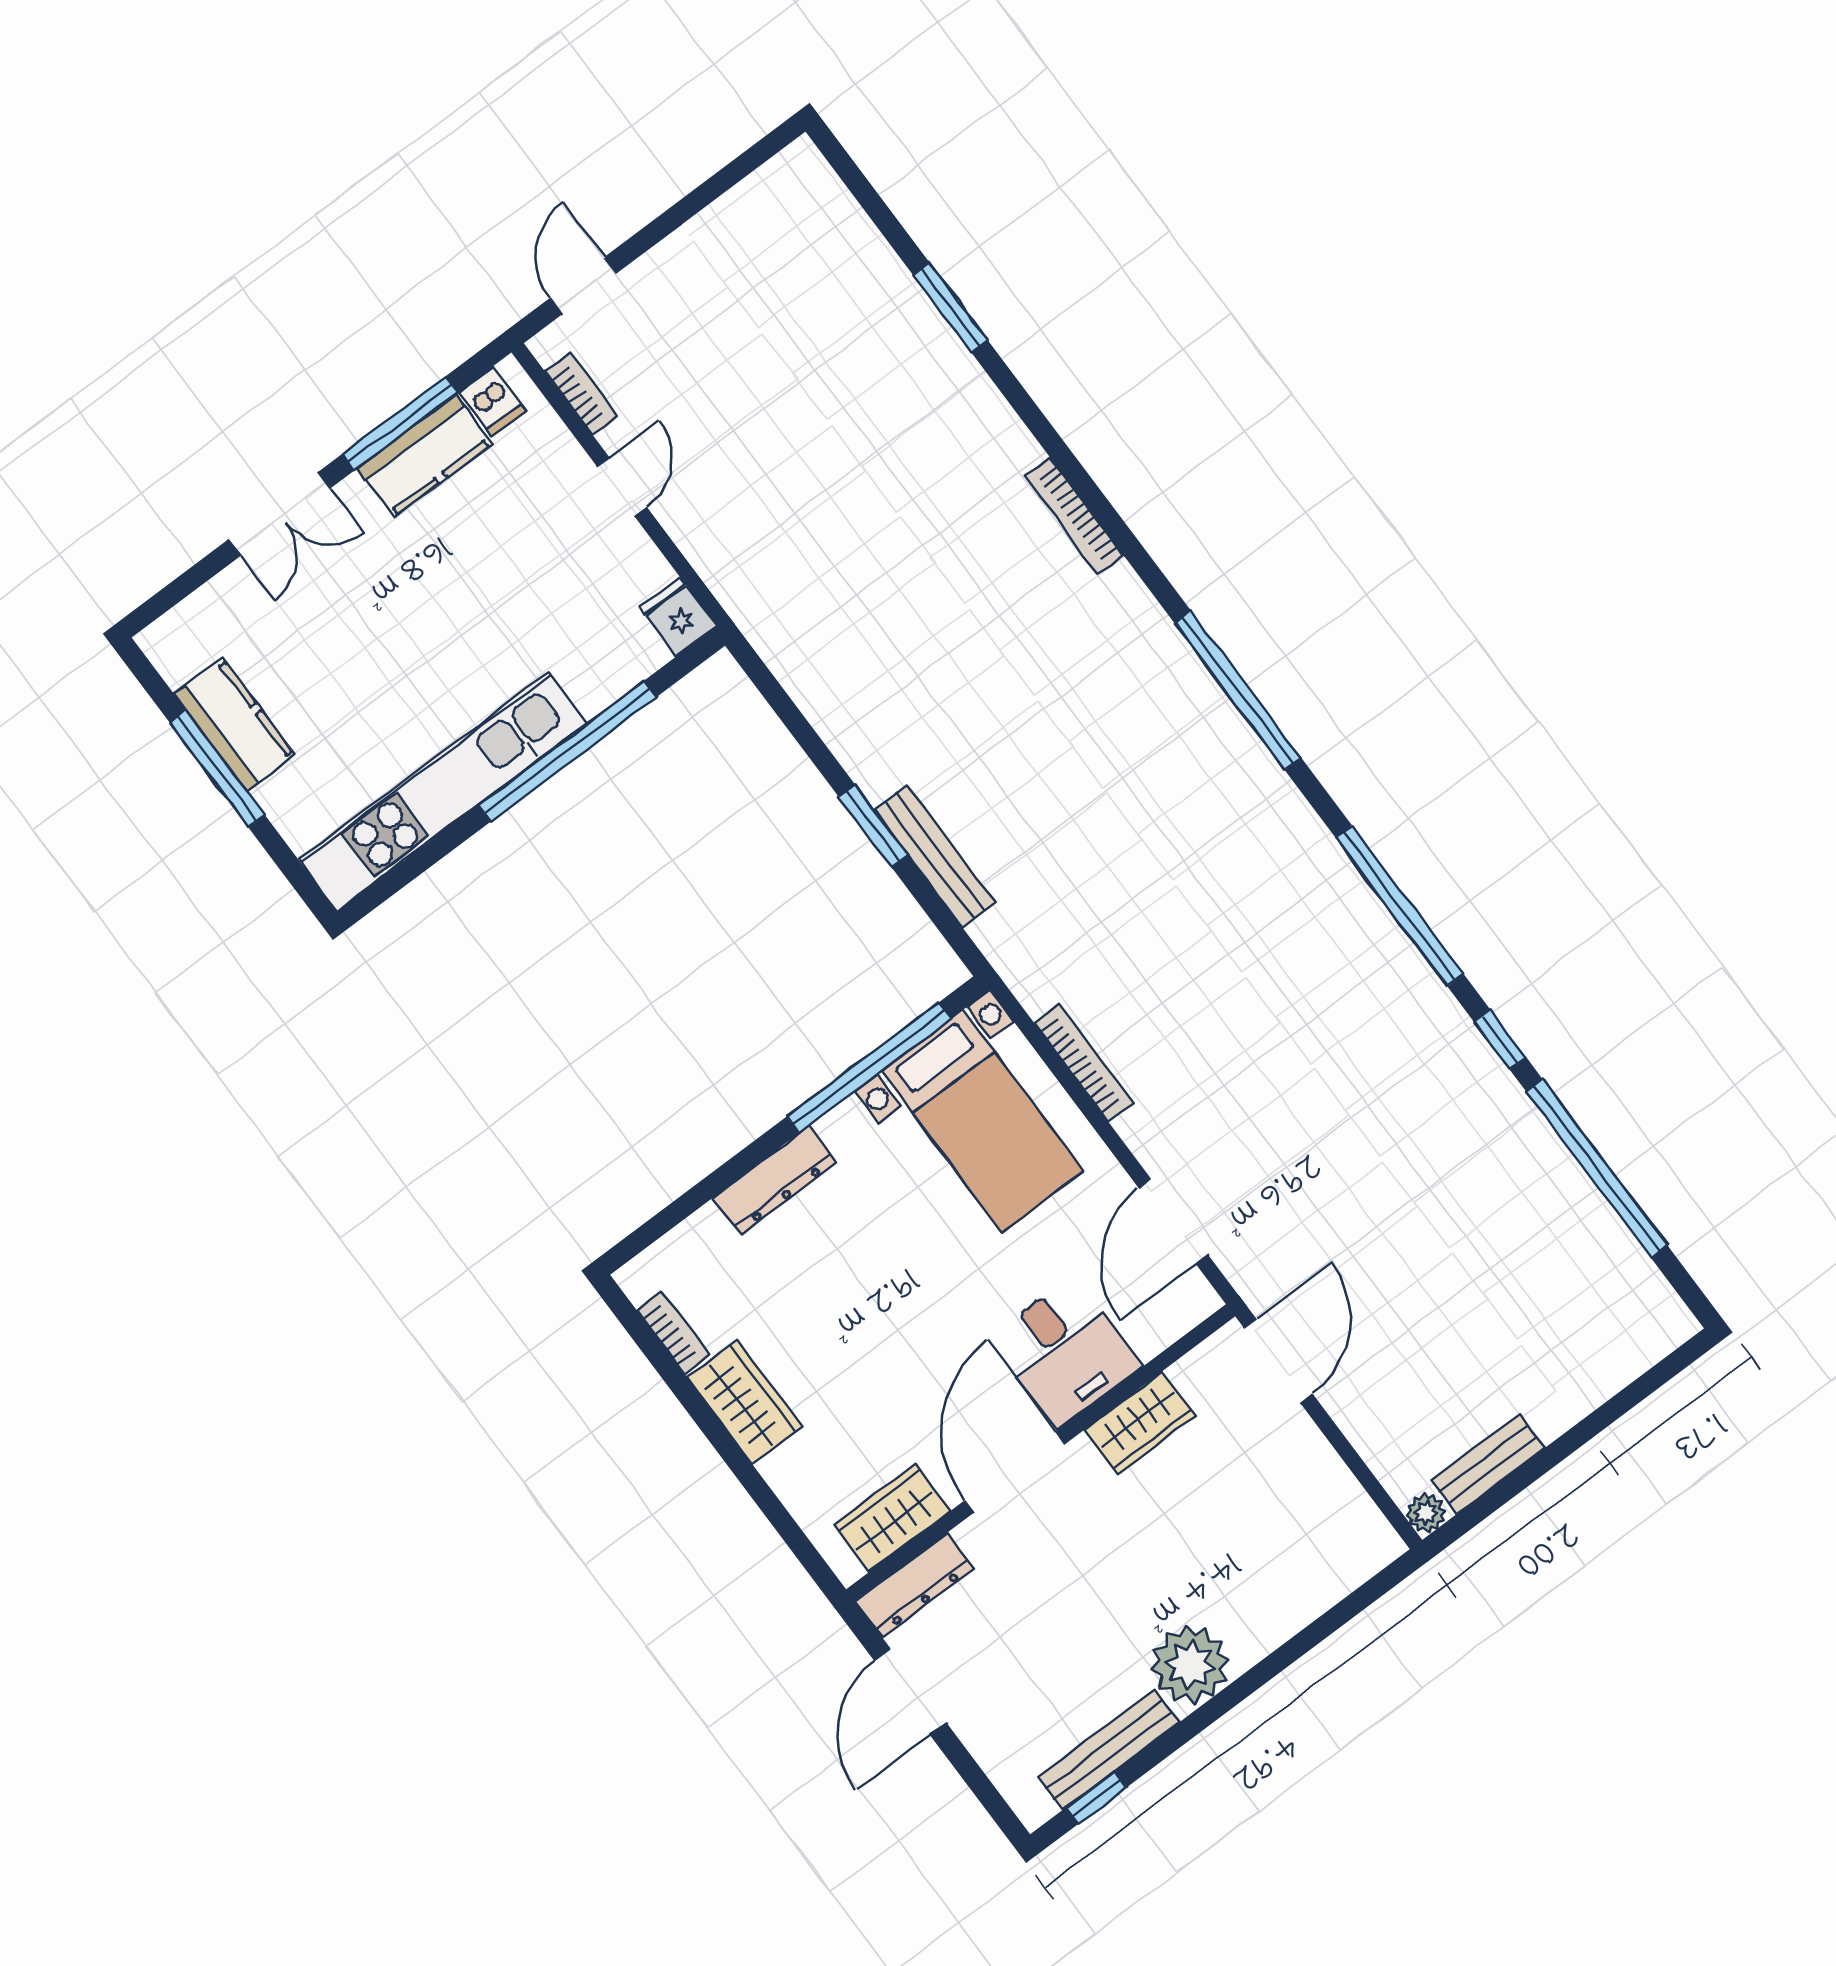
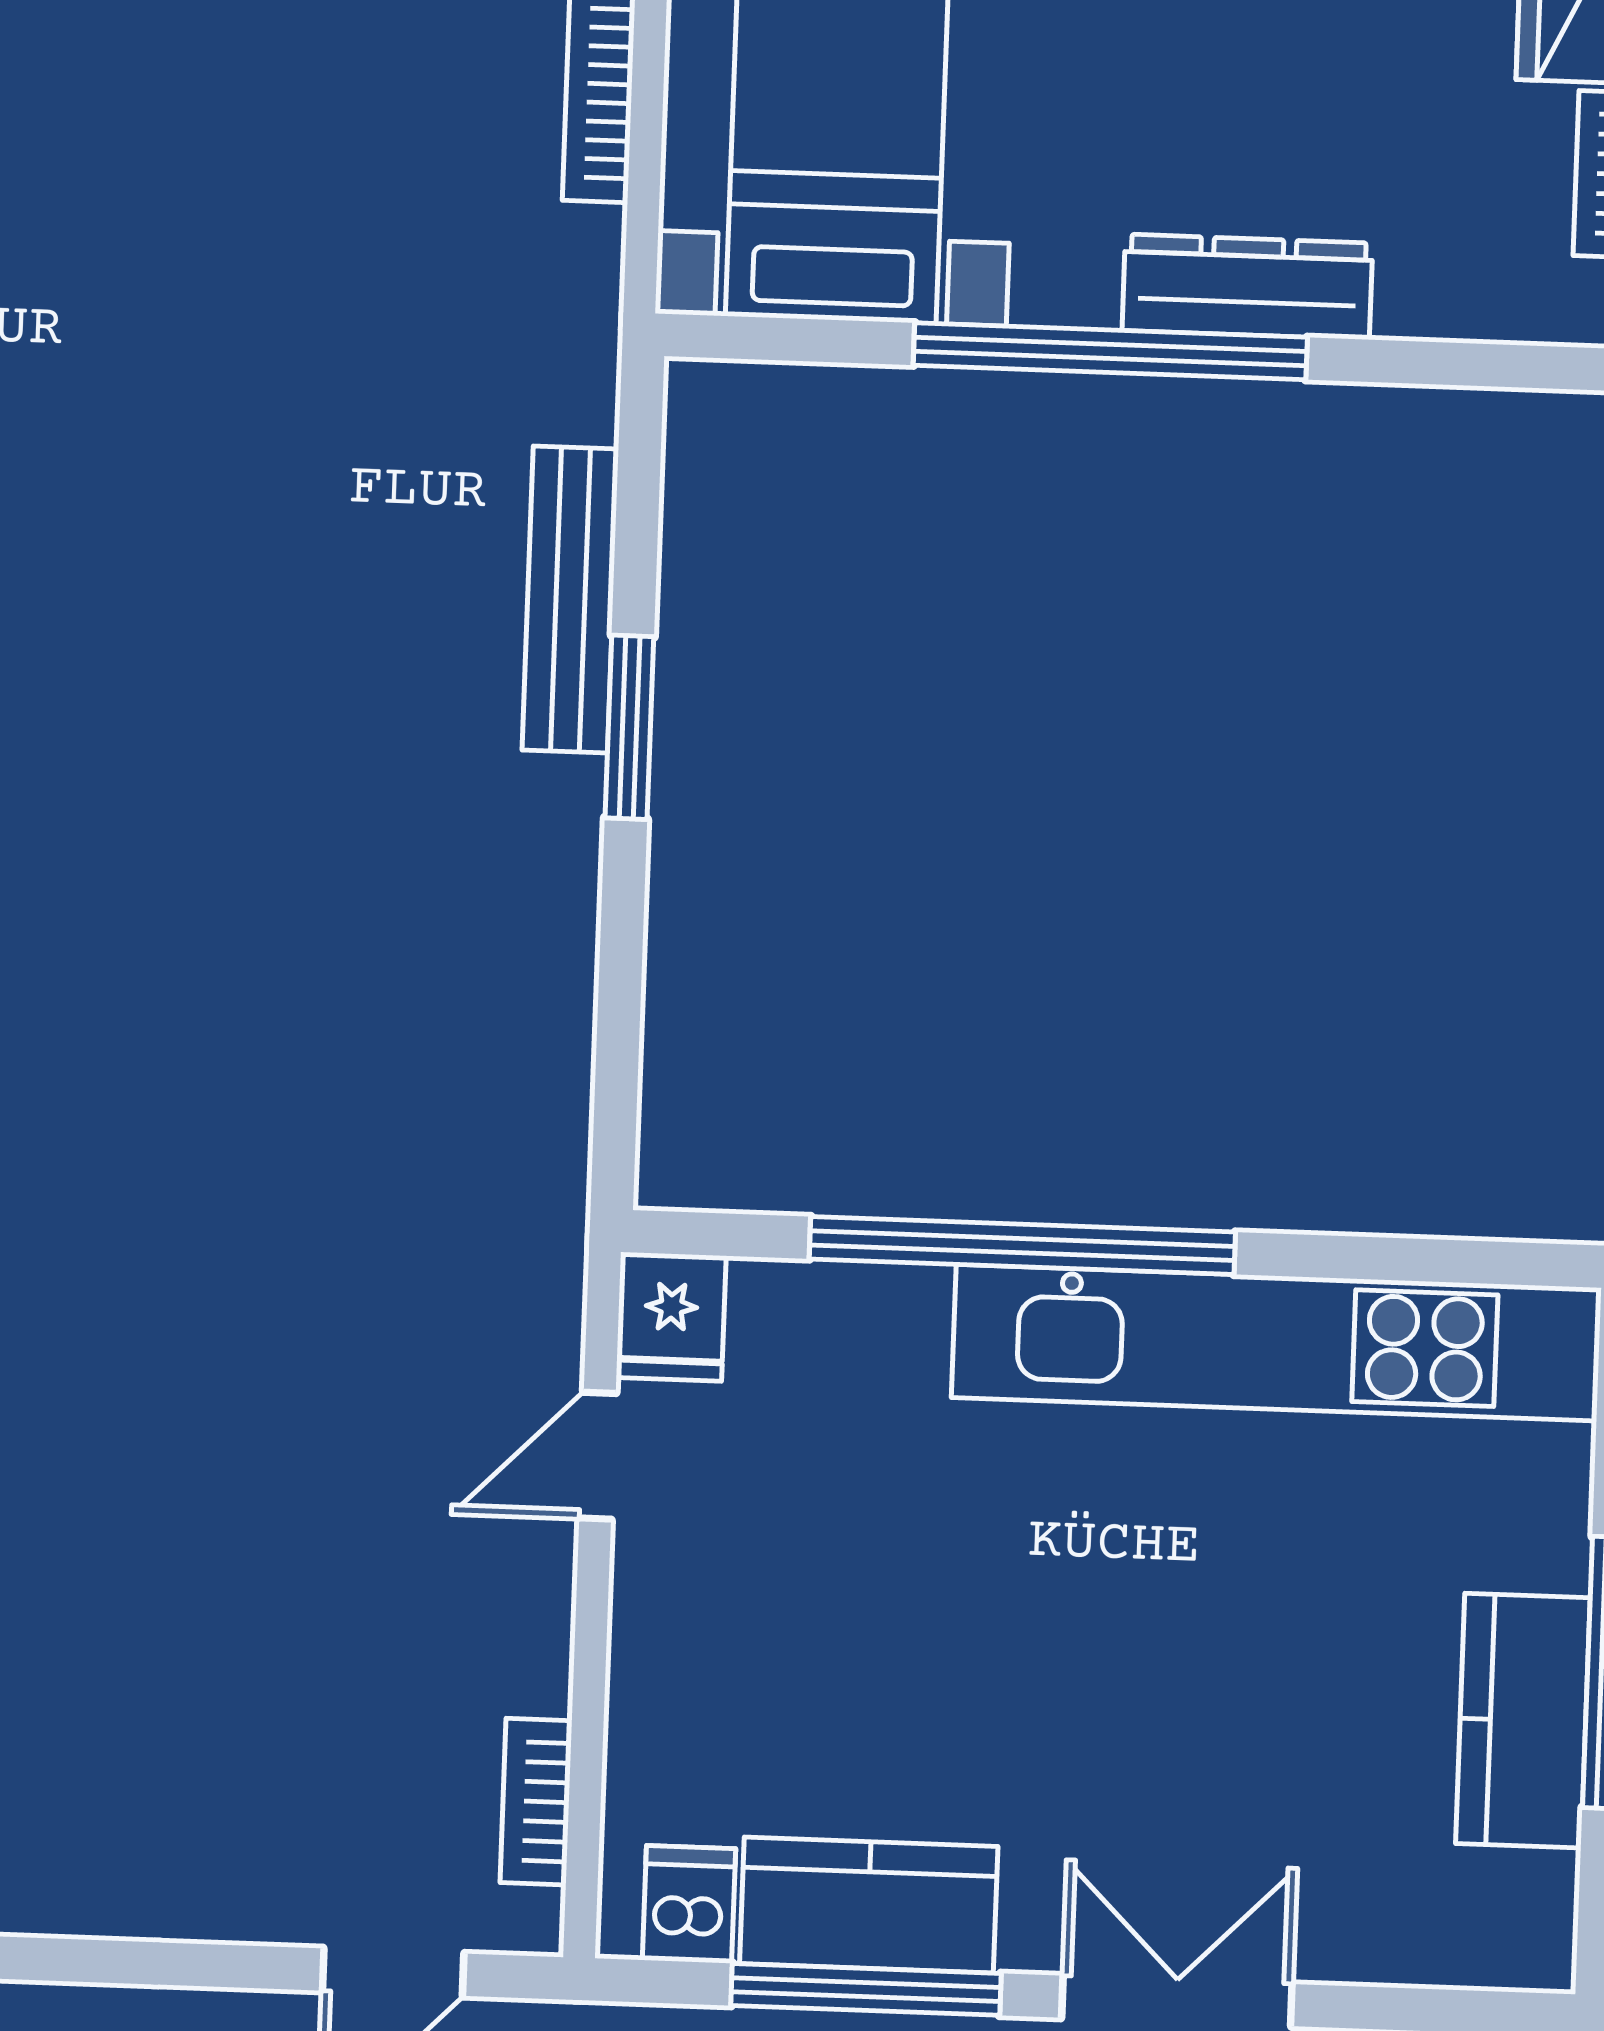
door: (622, 487) -> (597, 1456), moved
window: (869, 1068) -> (1110, 351), moved

